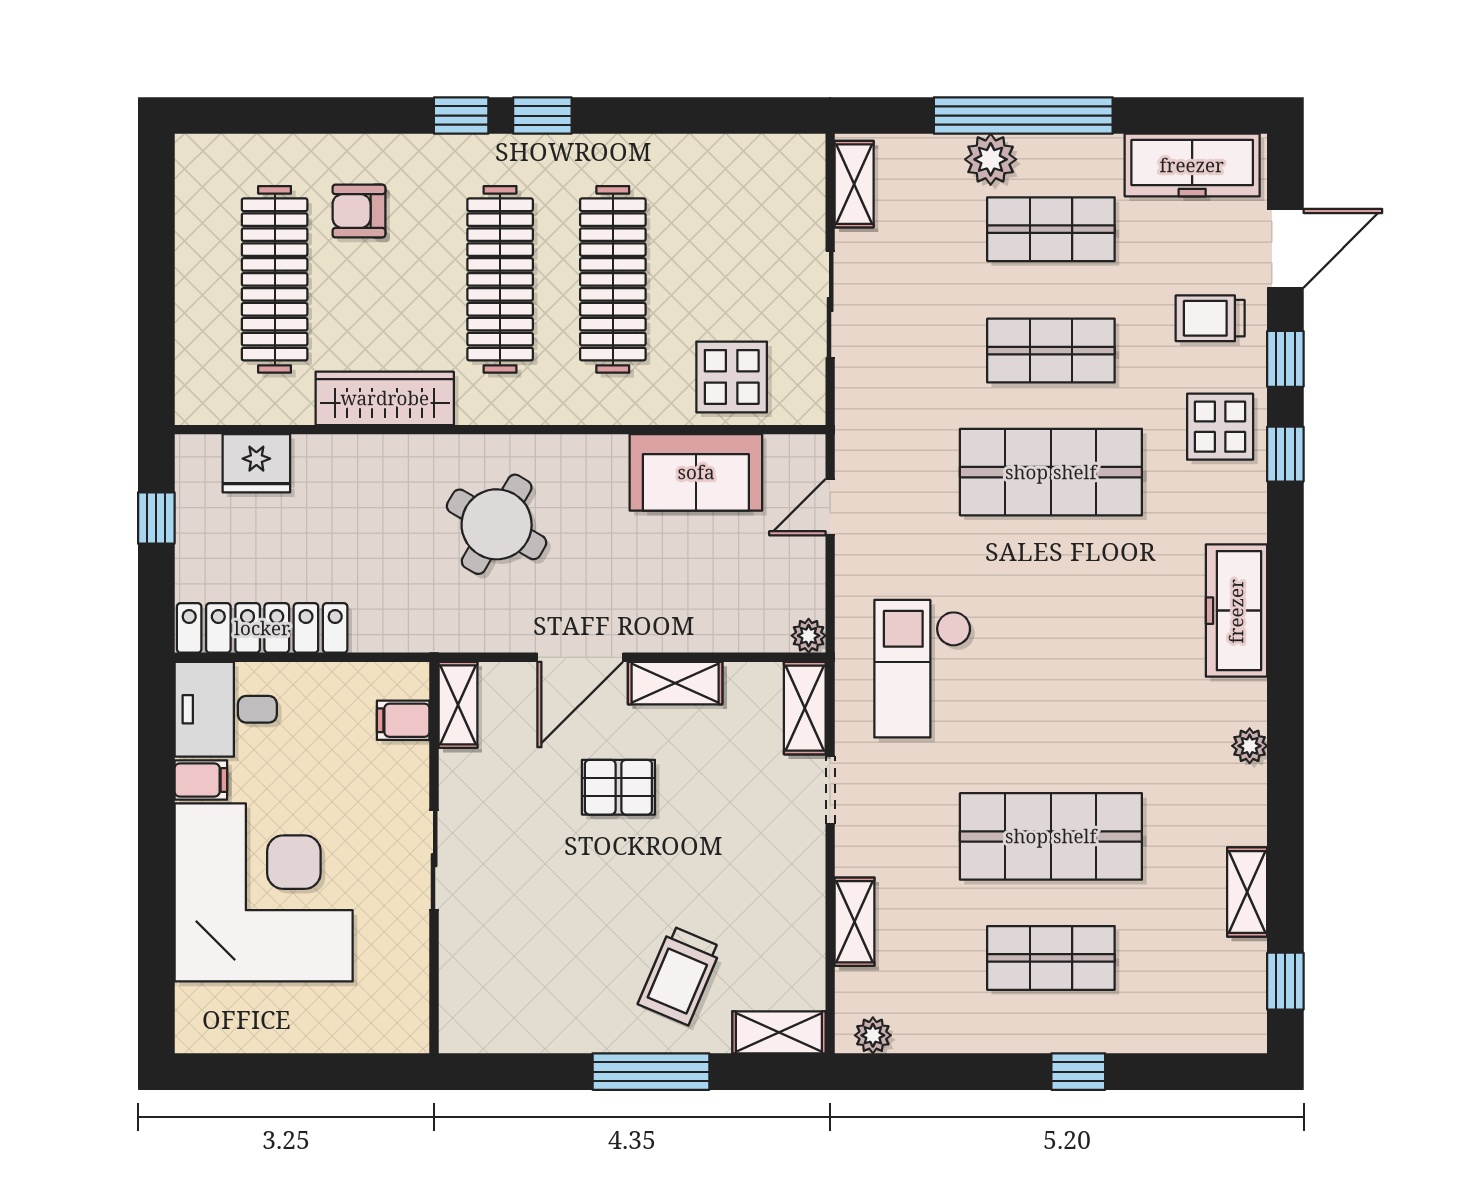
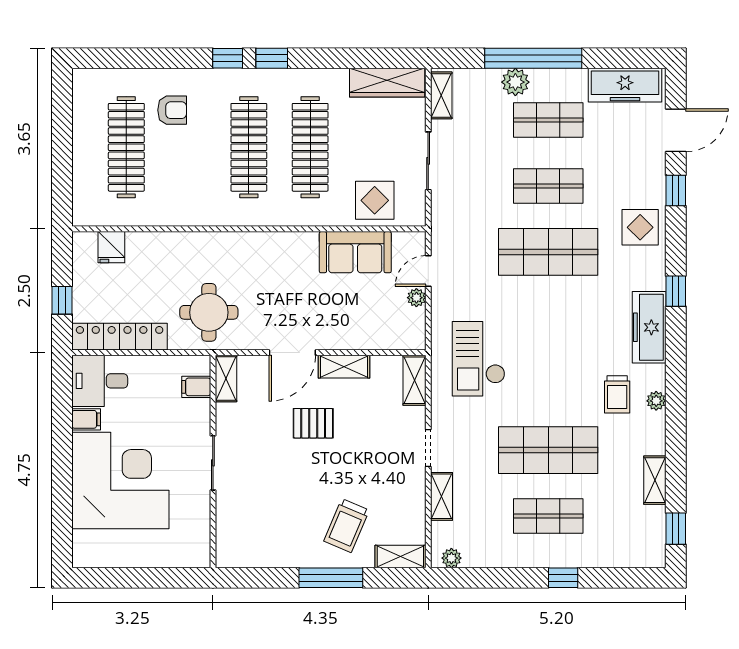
armchair: (359, 211) -> (172, 110), turned 180
trolley: (1210, 318) -> (617, 394), moved, turned -90
wardrobe: (385, 398) -> (387, 83), moved, turned 180
window: (1285, 454) -> (676, 291), moved
fridge: (256, 463) -> (111, 247), width x0.72
window: (156, 518) -> (62, 300), moved
round table: (497, 524) -> (209, 312), moved, turned -30
plant: (809, 636) -> (416, 298), moved
doorway: (830, 790) -> (428, 448), moved

